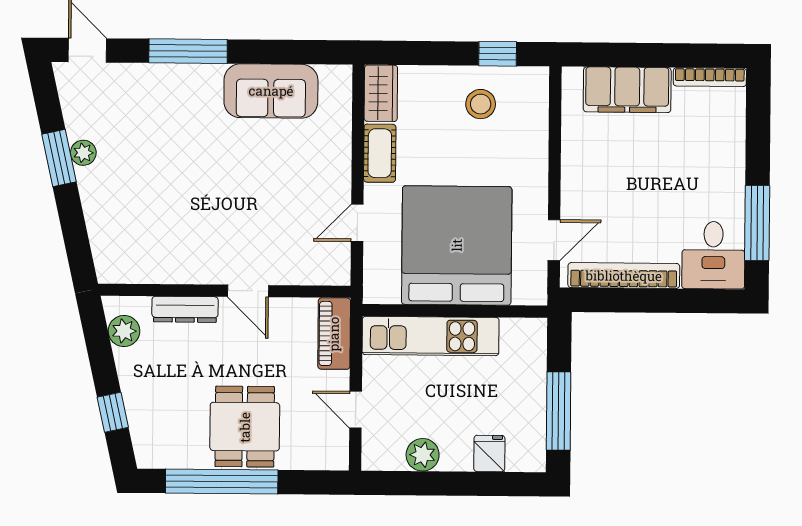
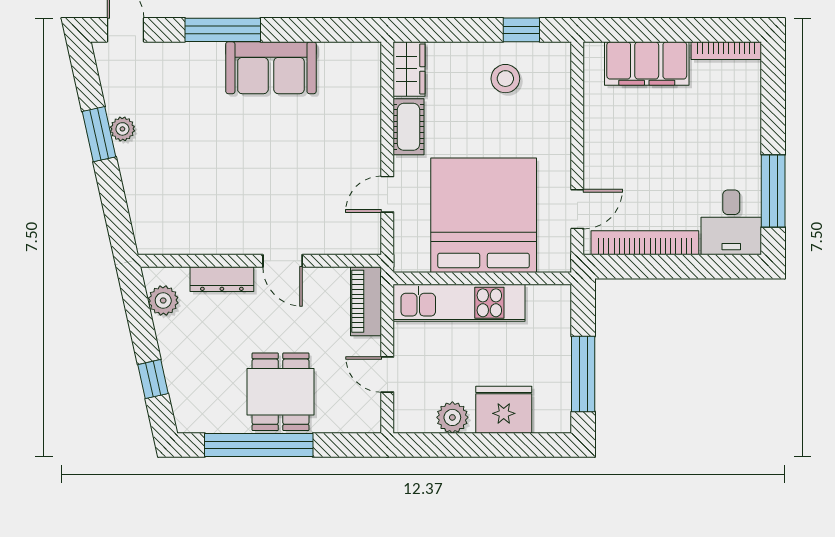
sofa: (271, 91) -> (271, 68), moved
fridge: (489, 453) -> (504, 410), width x1.88, depth x1.34

